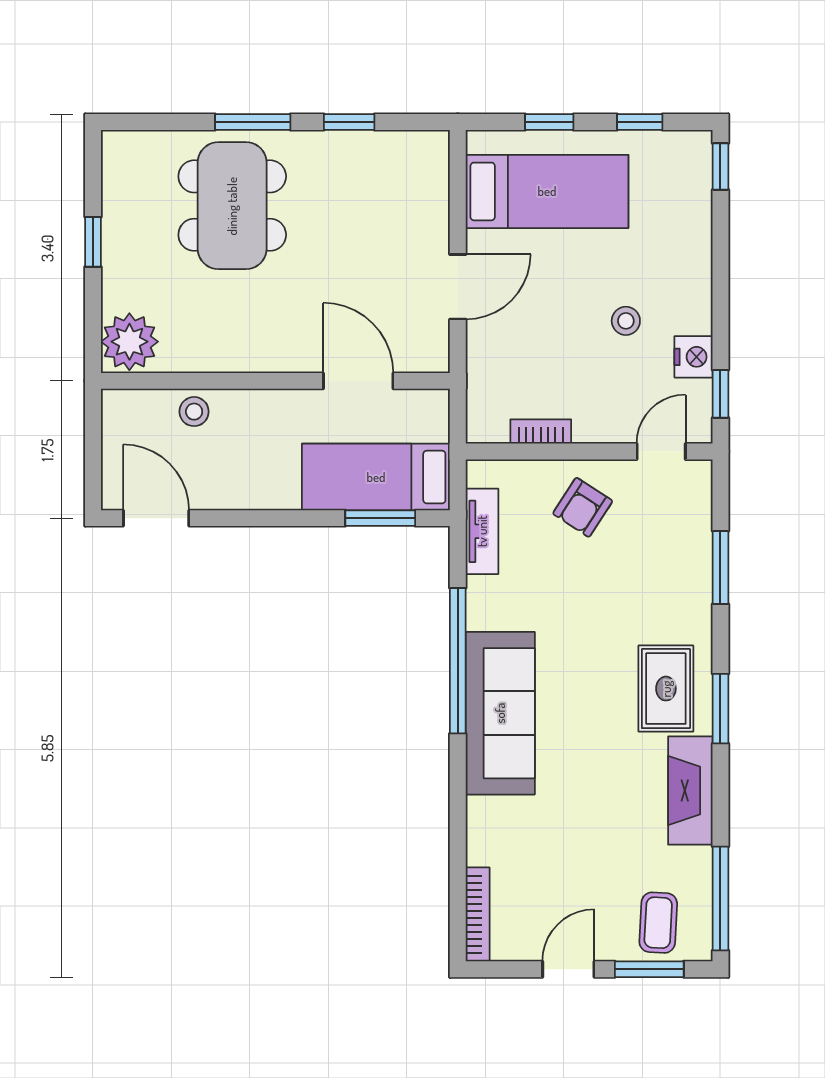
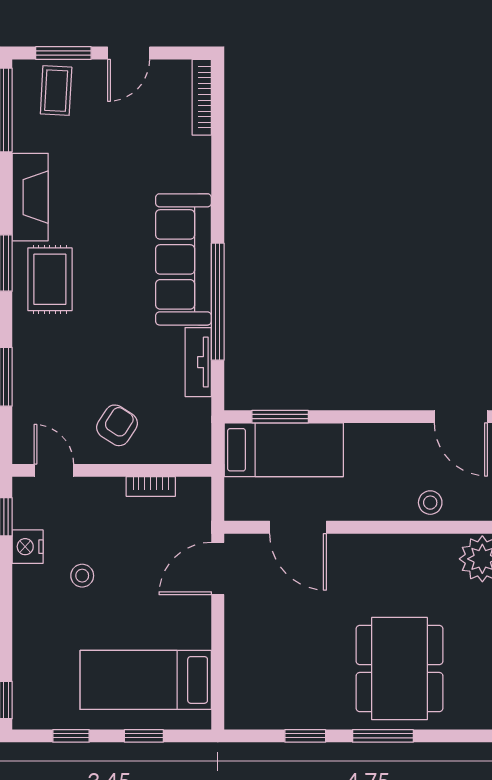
door: (458, 287) -> (218, 569), moved
door: (661, 451) -> (54, 470), swing flipped
tv unit: (482, 531) -> (198, 362), moved

